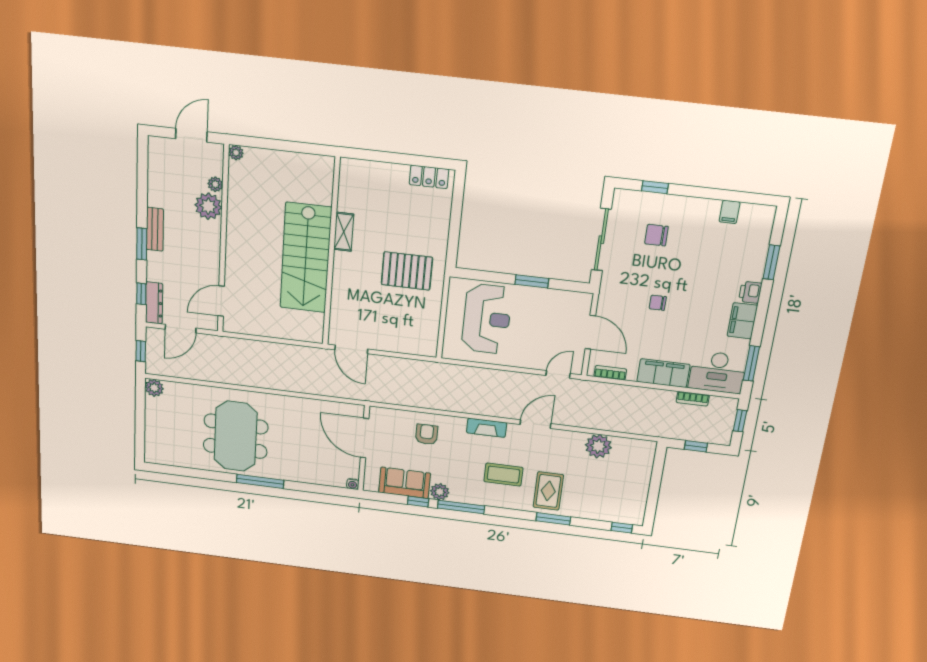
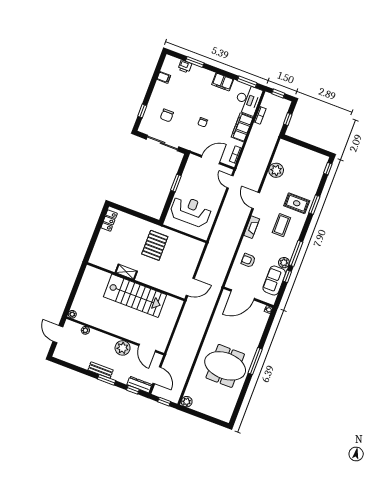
plant: (208, 206) -> (123, 348), moved
printer: (750, 292) -> (185, 66), moved

